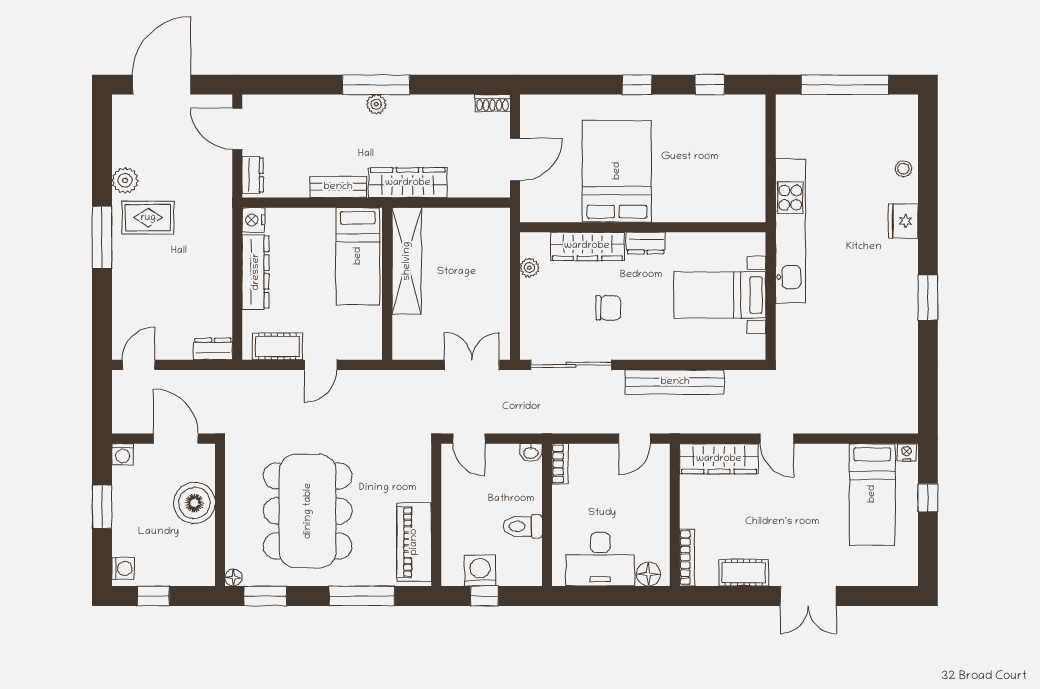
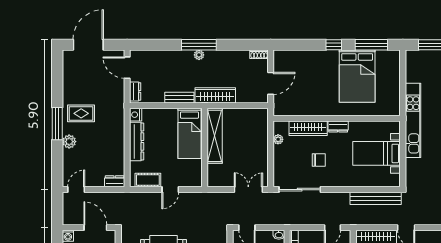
window: (710, 85) -> (371, 45), width x2.17
bed: (617, 171) -> (357, 76), moved, turned 180
plant: (125, 180) -> (69, 142), moved
bench: (675, 382) -> (376, 198), moved

